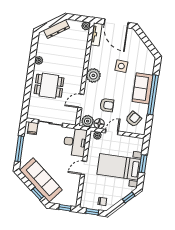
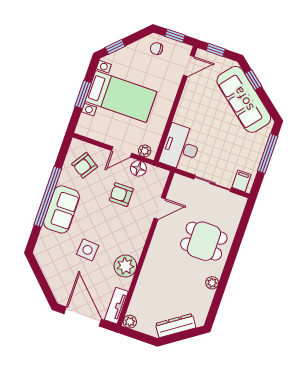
plant: (93, 75) -> (125, 266), moved
plant: (88, 121) -> (155, 176), removed
door: (84, 168) -> (189, 66), moved

